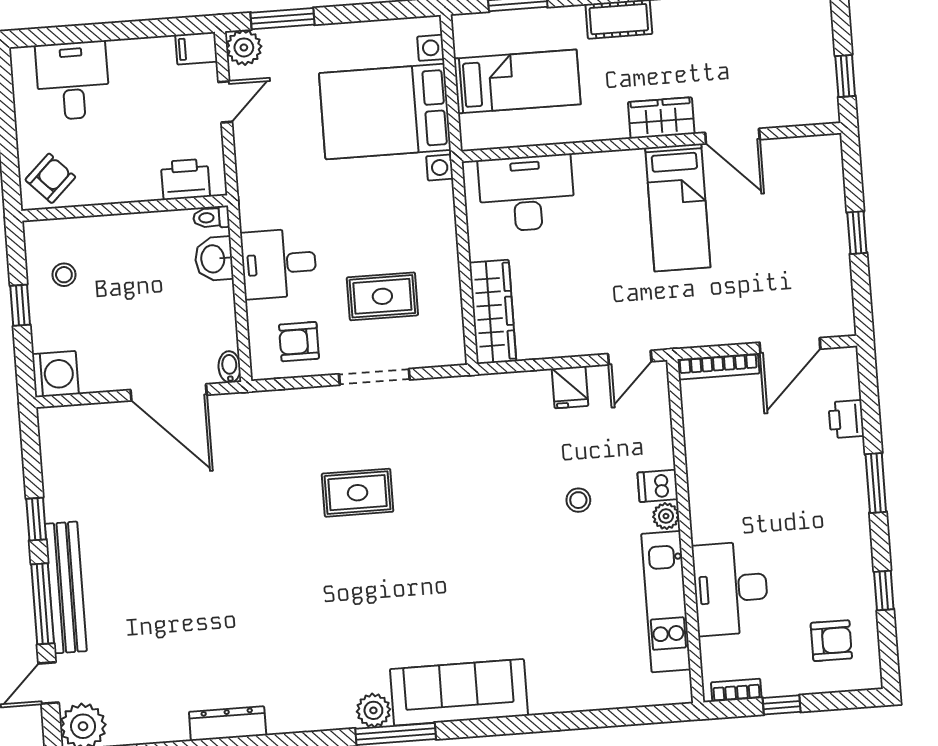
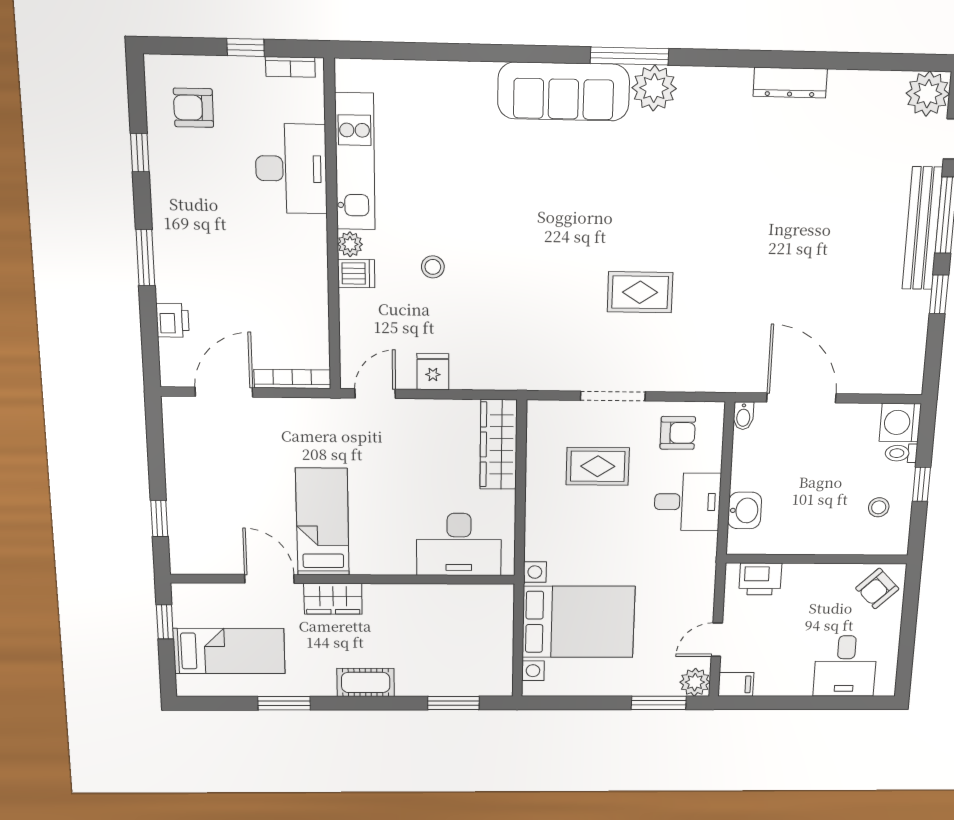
bed: (517, 81) -> (229, 651), moved, turned 180
toilet: (211, 217) -> (901, 453), moved, turned 180
window: (857, 233) -> (159, 519), moved
plant: (373, 710) -> (654, 88), width x1.36, depth x1.36

